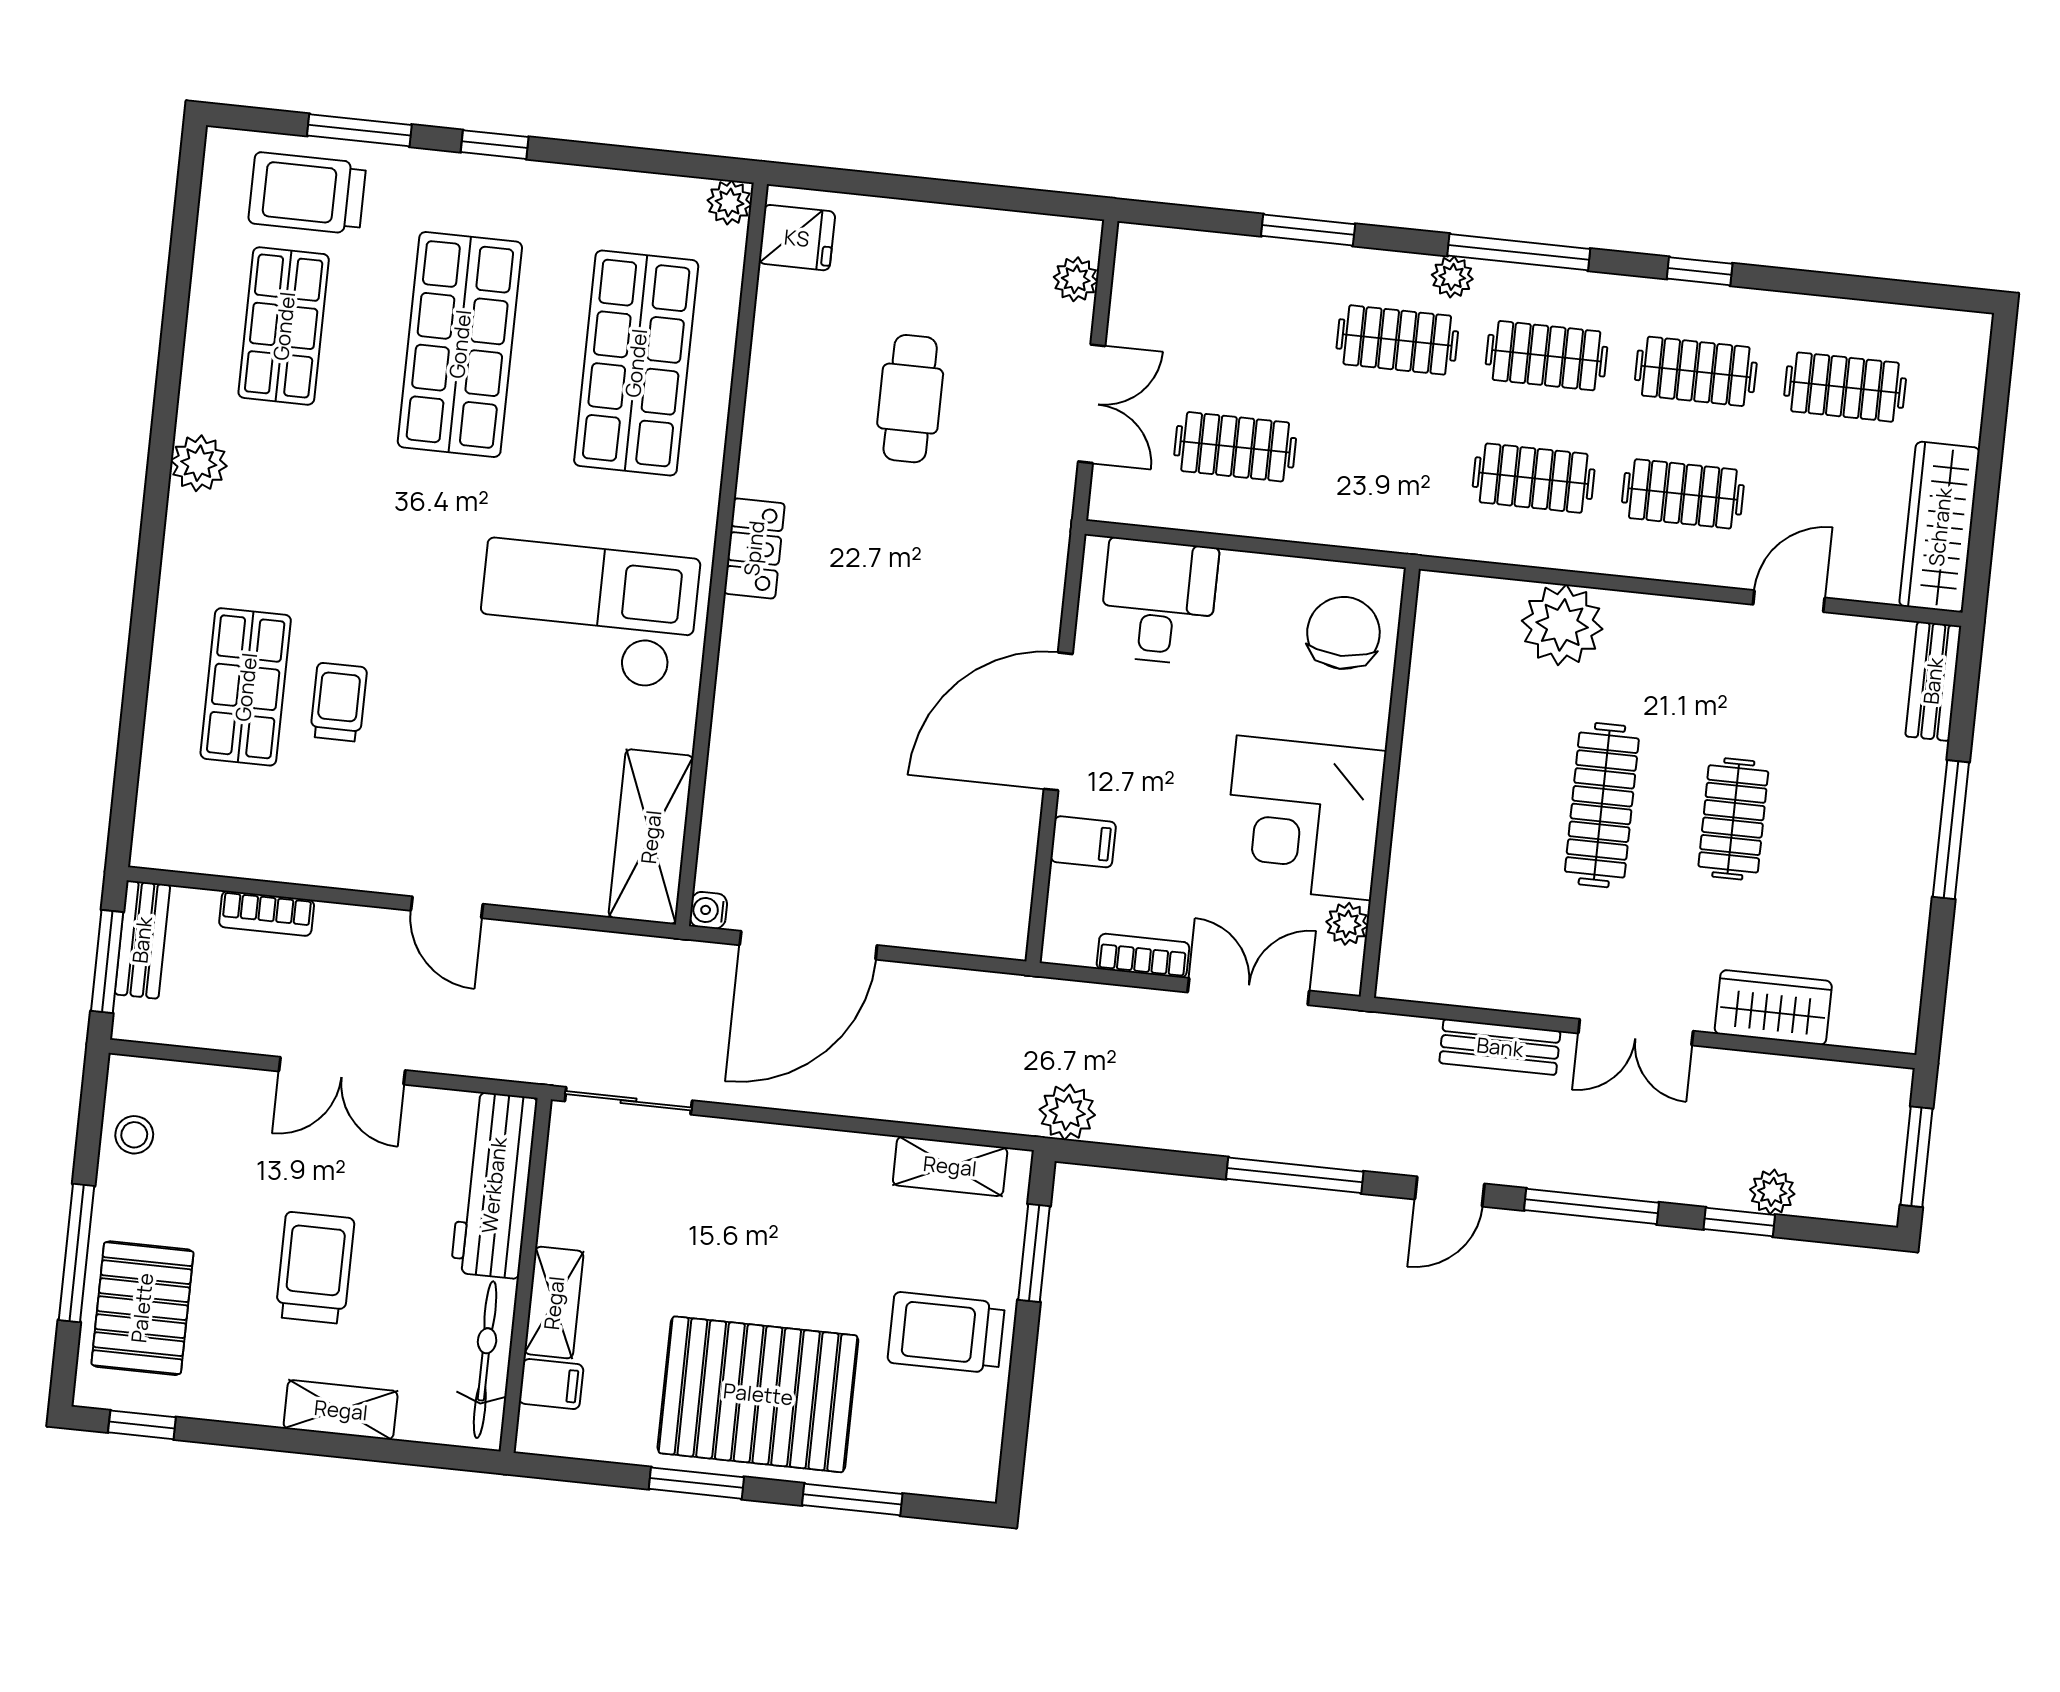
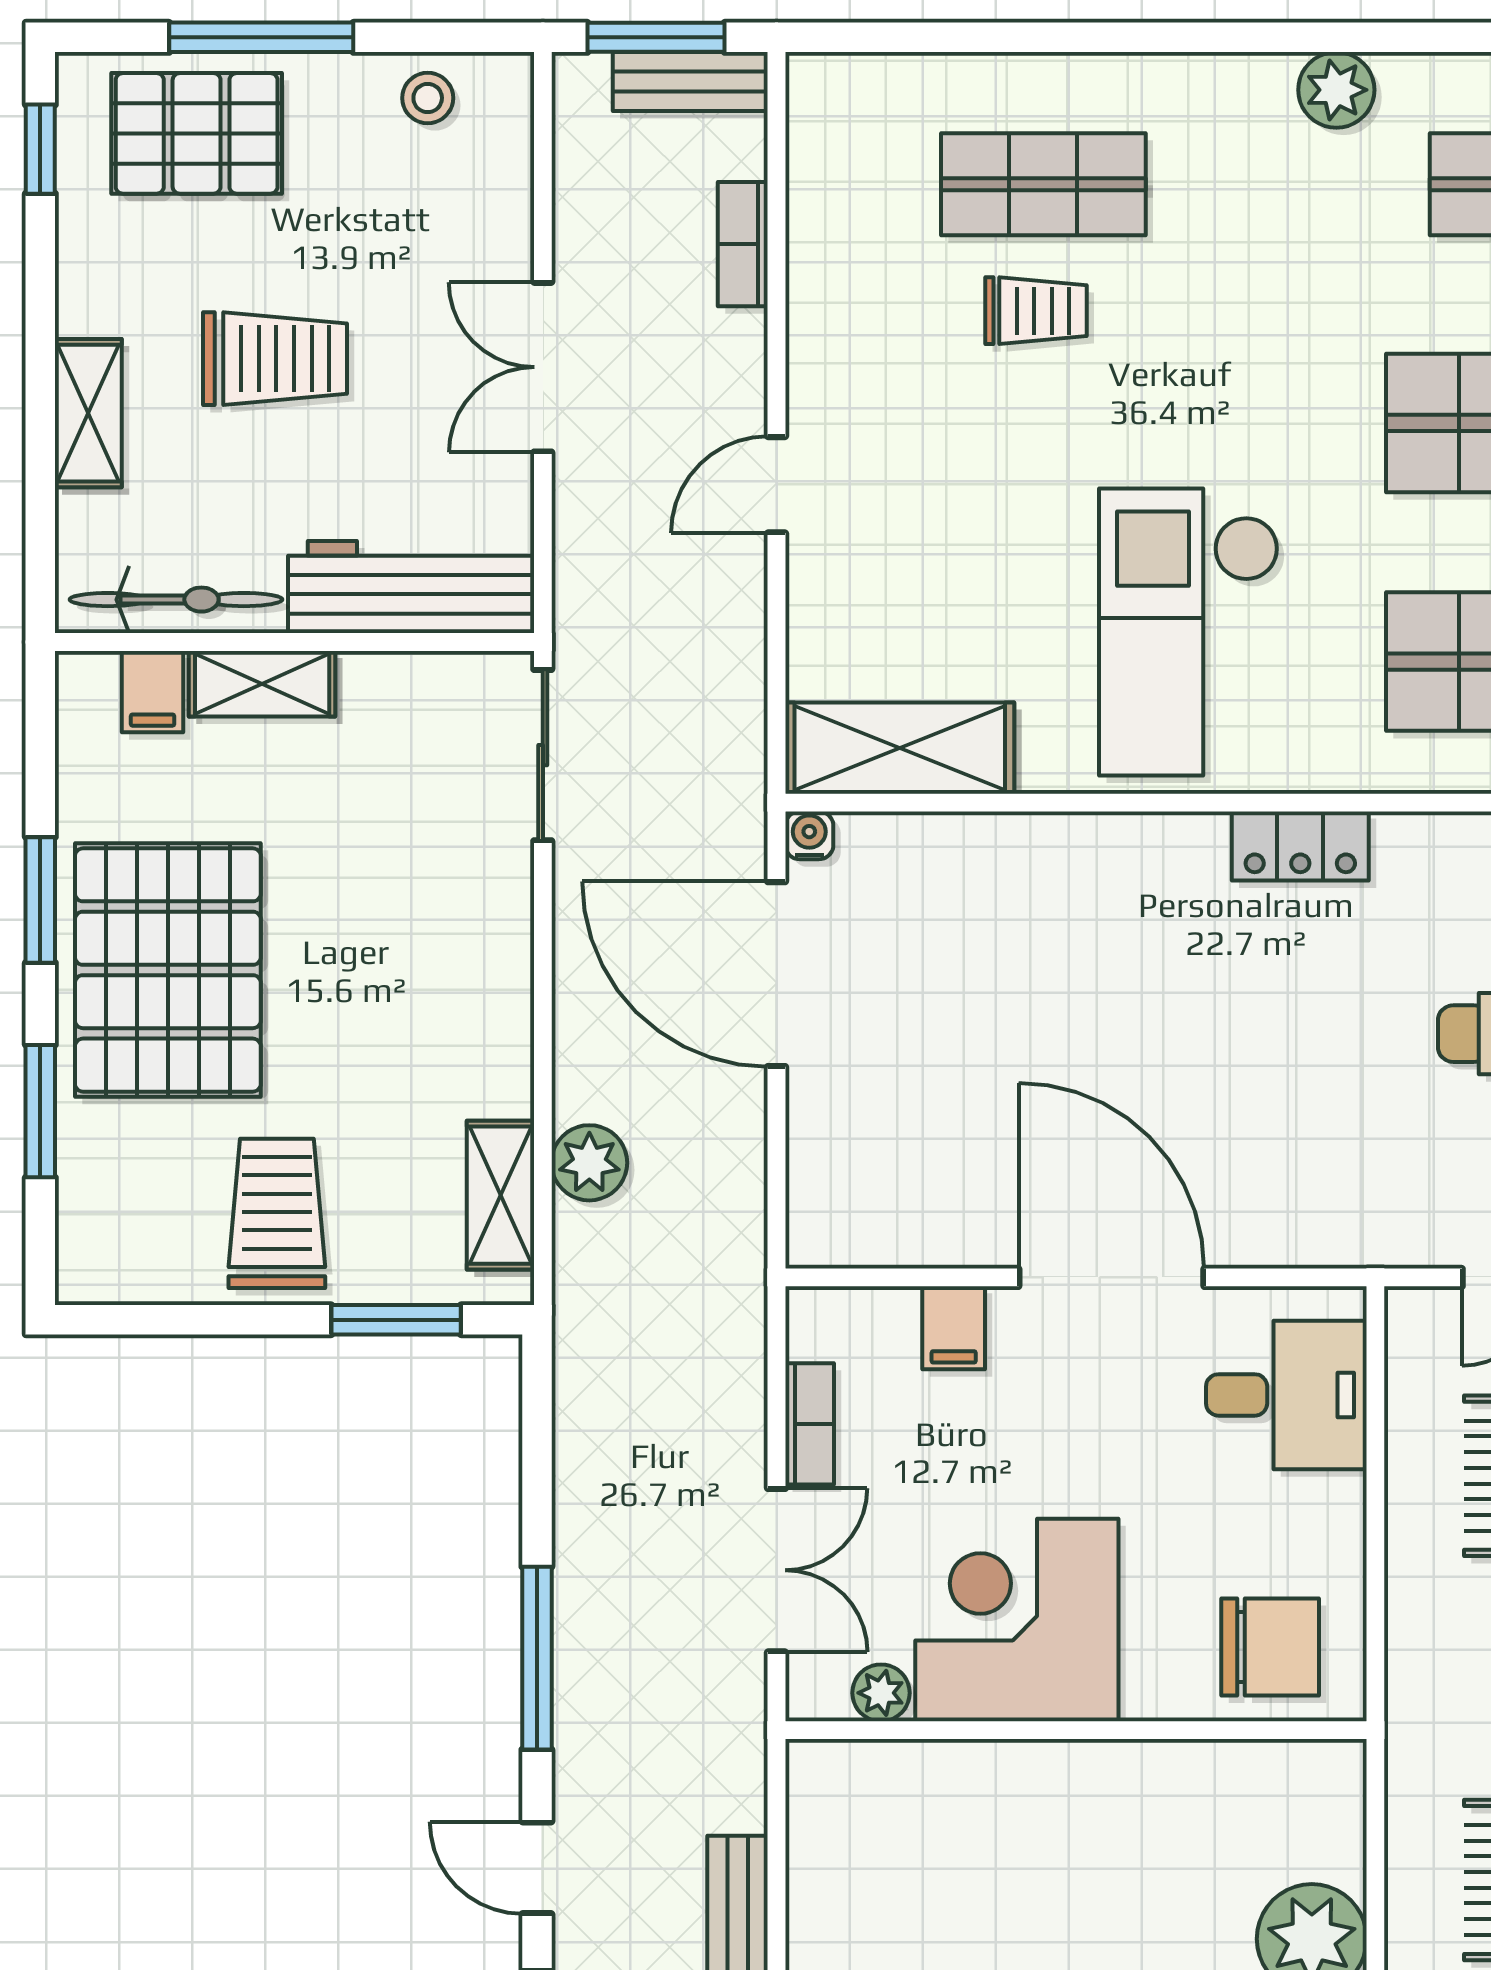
checkout: (588, 614) -> (1189, 632), turned 180
plant: (1067, 1112) -> (589, 1163), moved

